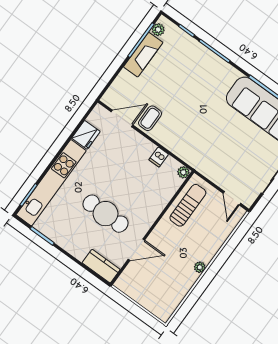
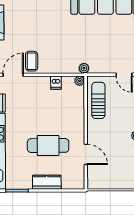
plant: (197, 163) -> (84, 68), added
door: (136, 250) -> (86, 154), hinge flipped
kitchen counter: (101, 266) -> (47, 182), moved

